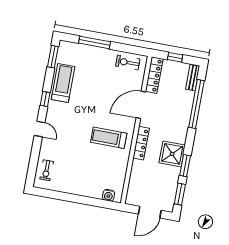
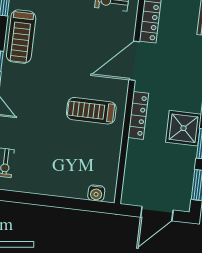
treadmill: (63, 83) -> (21, 37), turned 180

